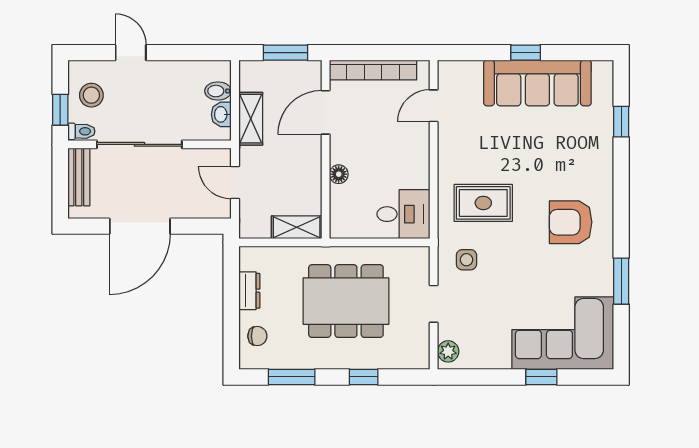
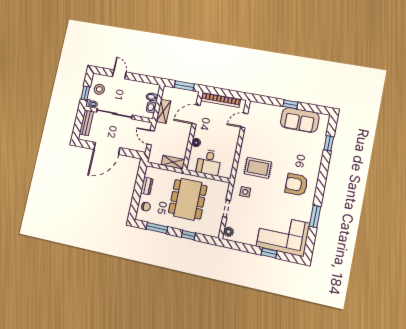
sofa: (537, 83) -> (300, 120), width x0.73
desk: (403, 214) -> (209, 162), moved, turned 90
dining table: (346, 301) -> (188, 199), turned 90

